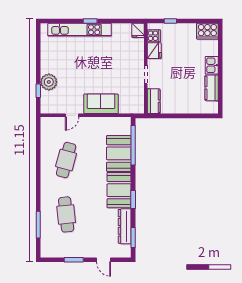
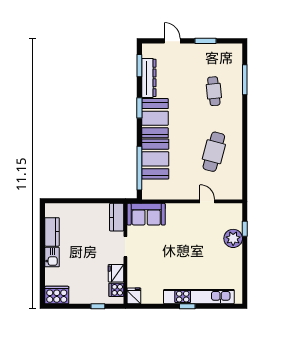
sofa: (101, 104) -> (146, 214), moved
door: (72, 115) -> (207, 201), hinge flipped
cafe table: (66, 214) -> (214, 91), width x0.73, depth x0.74

